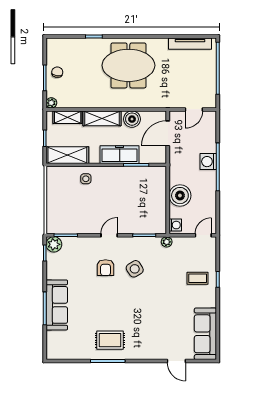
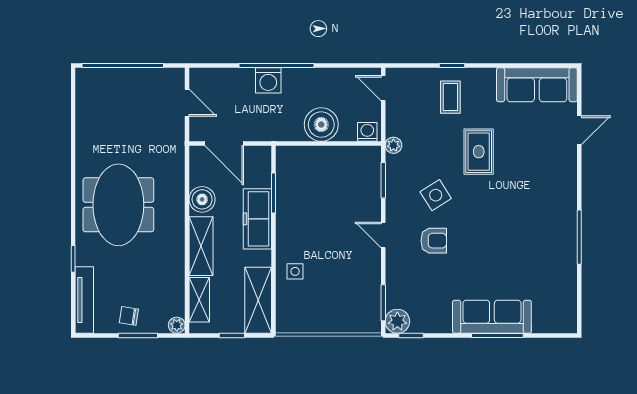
tv unit: (190, 44) -> (84, 300), moved
rug: (110, 340) -> (479, 152), moved

